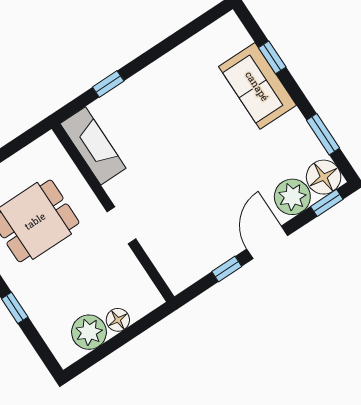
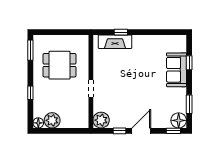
fireplace: (93, 146) -> (115, 42), moved, turned 90
plant: (292, 197) -> (101, 120), moved
floor lamp: (118, 320) -> (38, 123), moved

